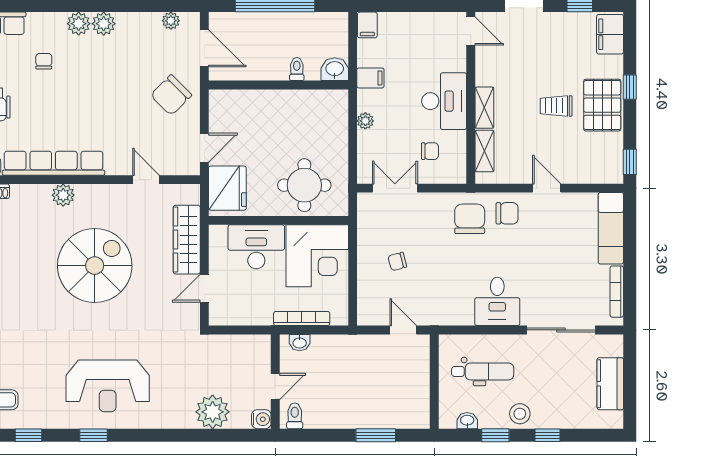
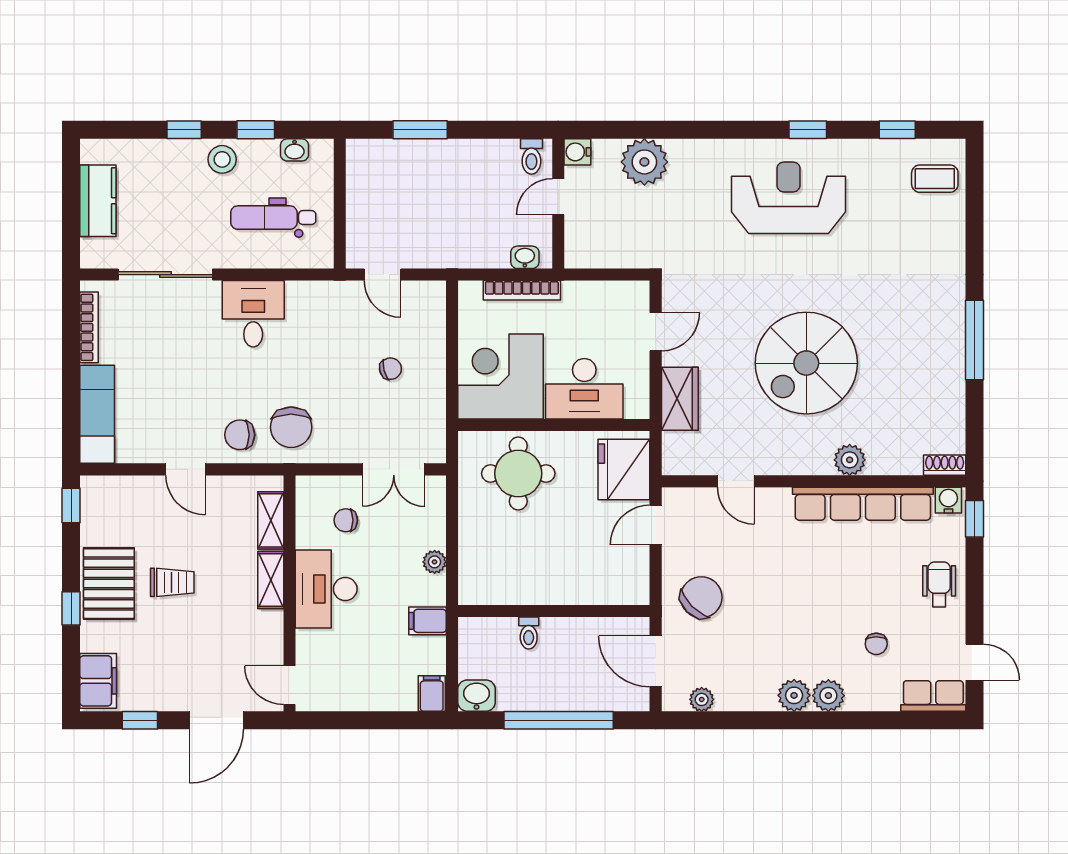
washbasin: (335, 69) -> (477, 696), moved, turned 180
wardrobe: (187, 240) -> (680, 399), width x0.67

